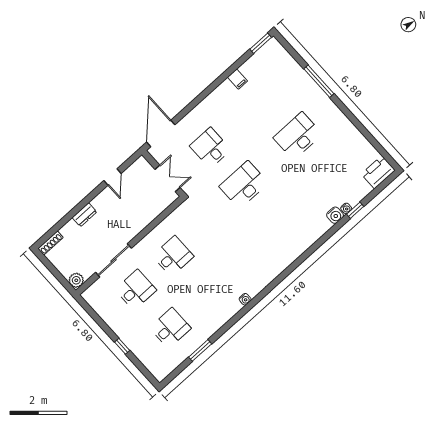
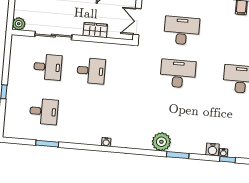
desk: (210, 148) -> (182, 31), width x1.37
double door: (168, 178) -> (137, 22), swing flipped
wardrobe: (142, 220) -> (95, 30), added
window: (312, 249) -> (178, 155), added
plant: (288, 252) -> (161, 142), added

